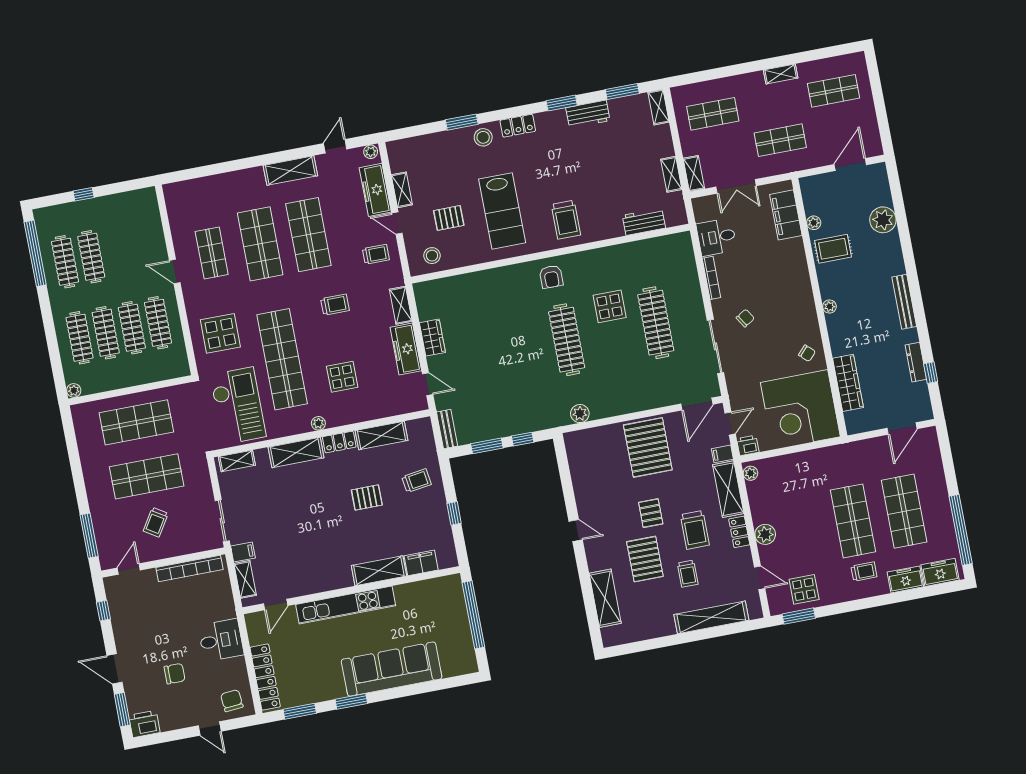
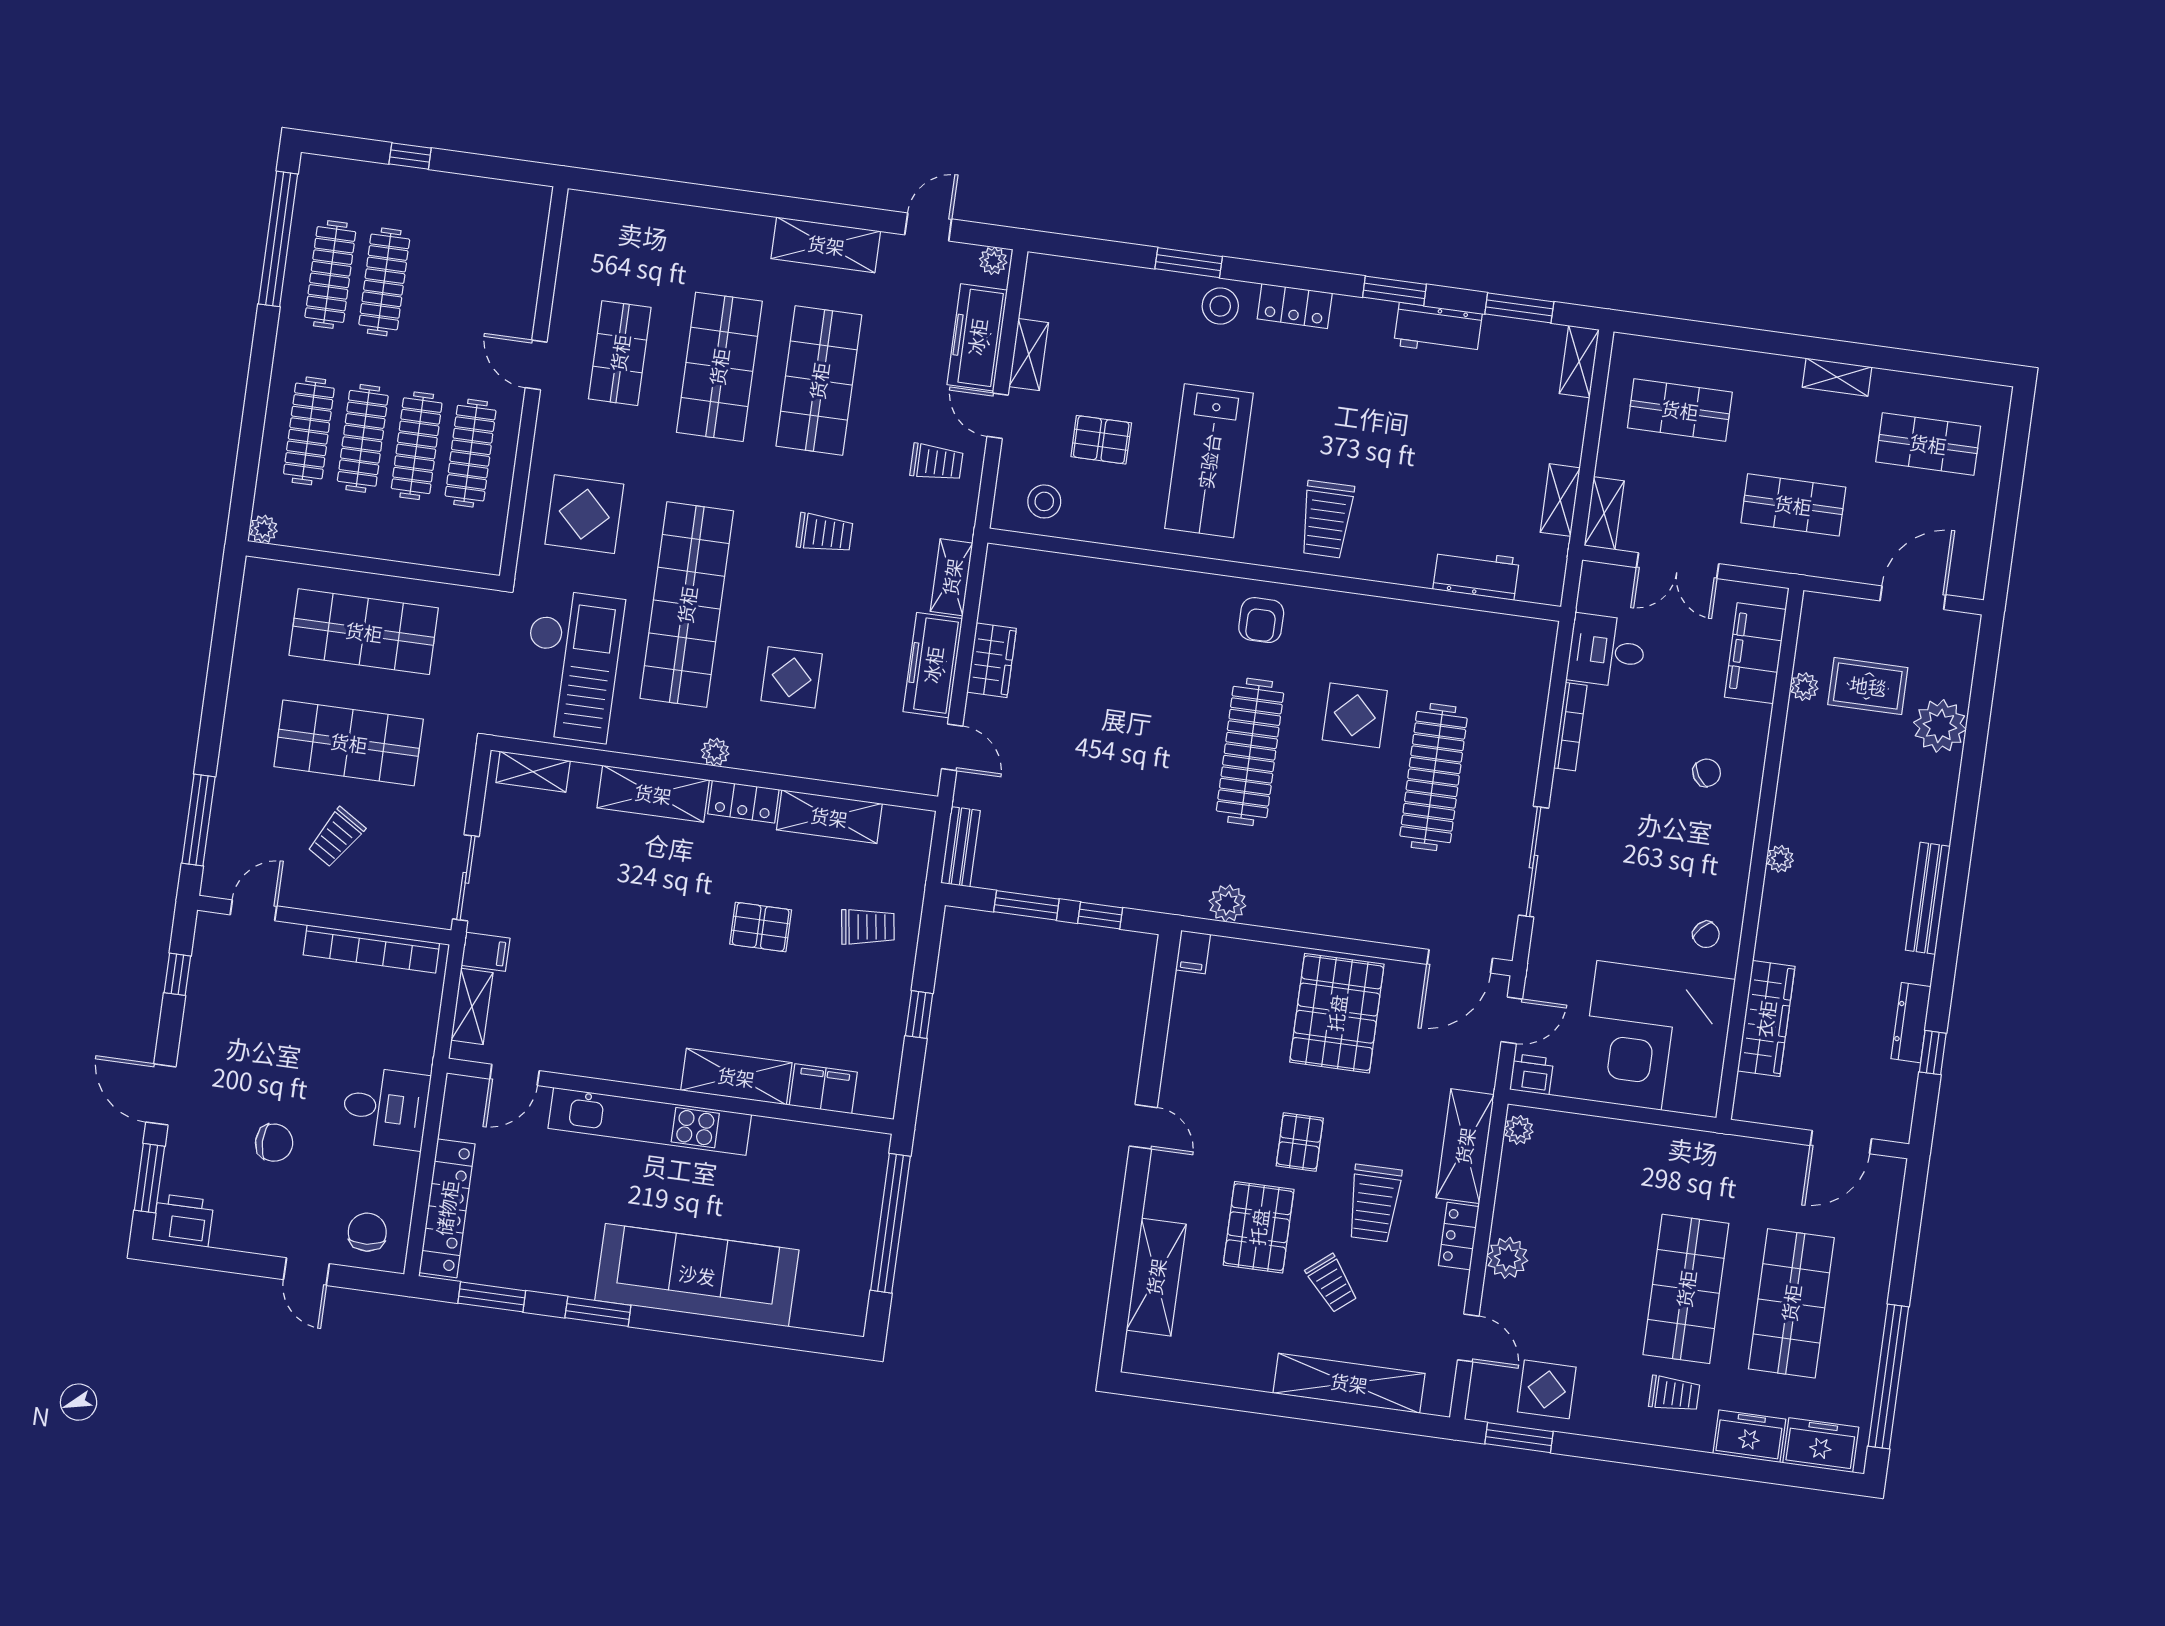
rug: (833, 249) -> (1868, 686), moved
chair: (745, 318) -> (1707, 773), moved
filing cabinet: (722, 454) -> (1193, 952), moved, turned -90
trolley: (688, 574) -> (1332, 1283), turned -39

